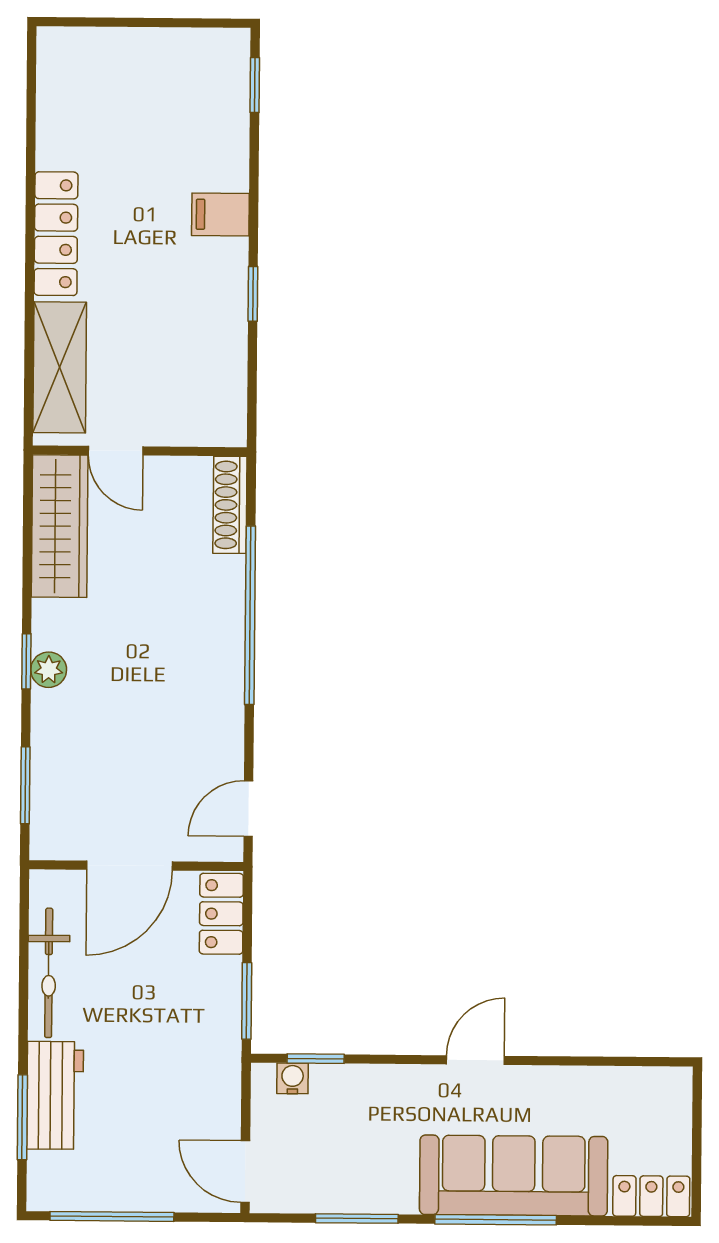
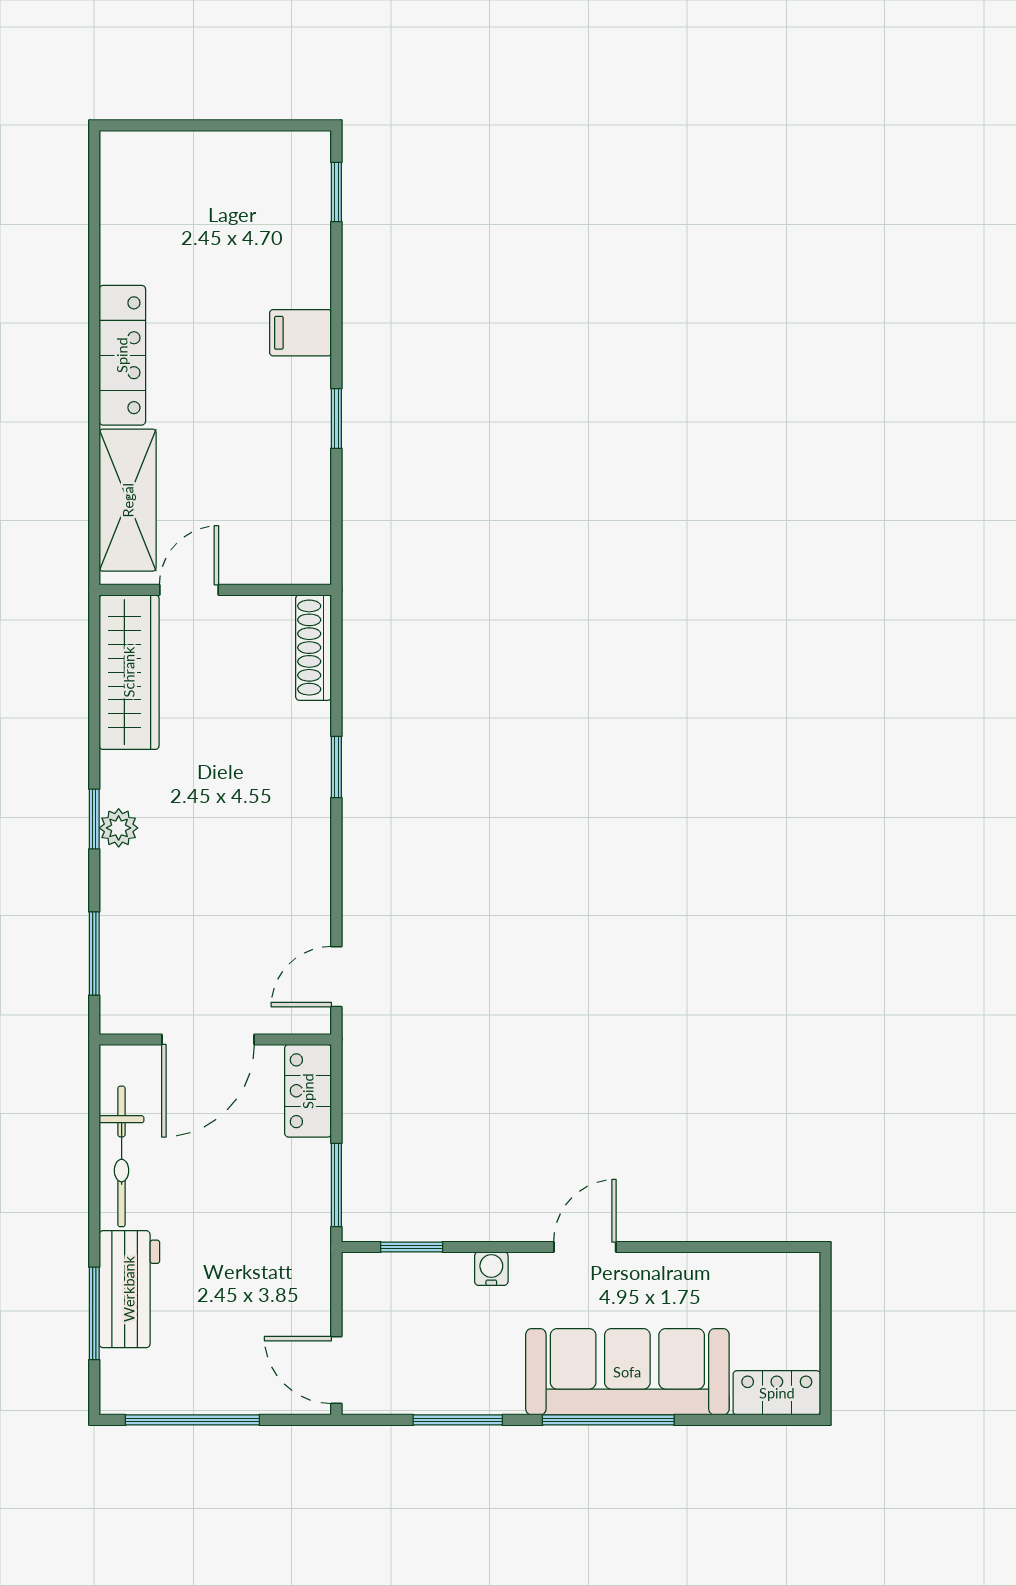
door: (116, 451) -> (189, 590), swing flipped
window: (250, 615) -> (336, 767), width x0.32
water cooler: (293, 1078) -> (491, 1269), moved

